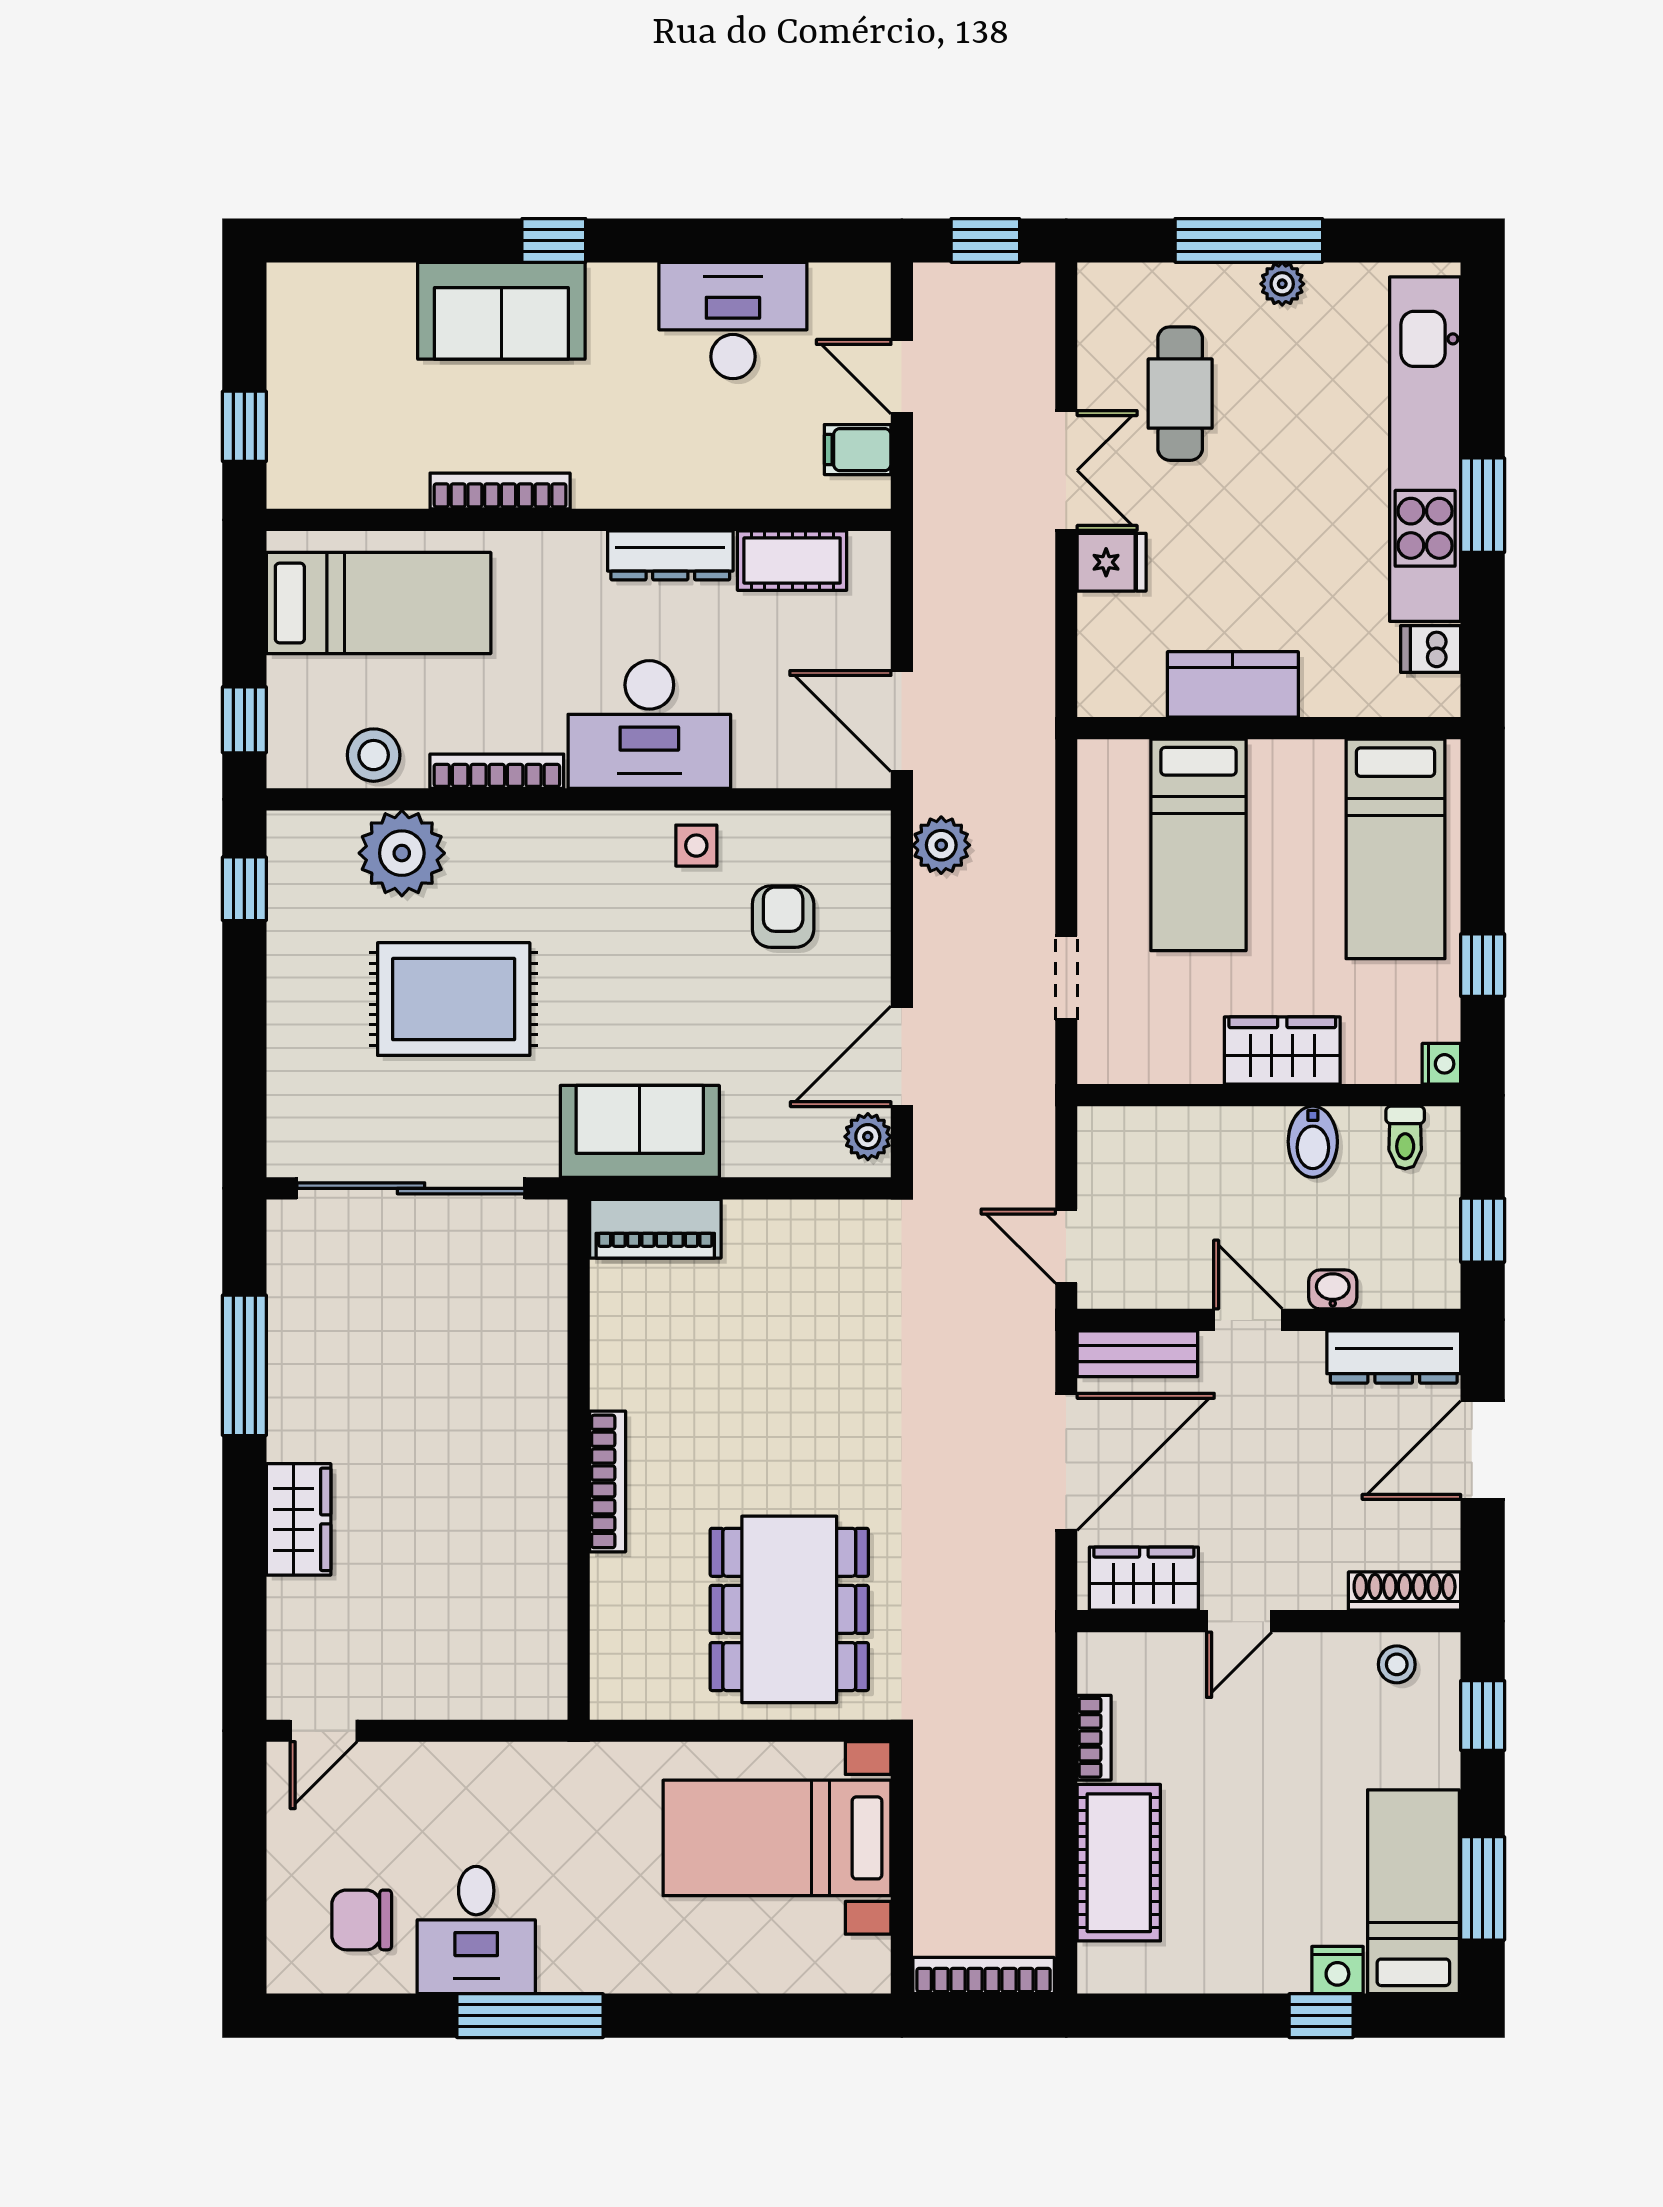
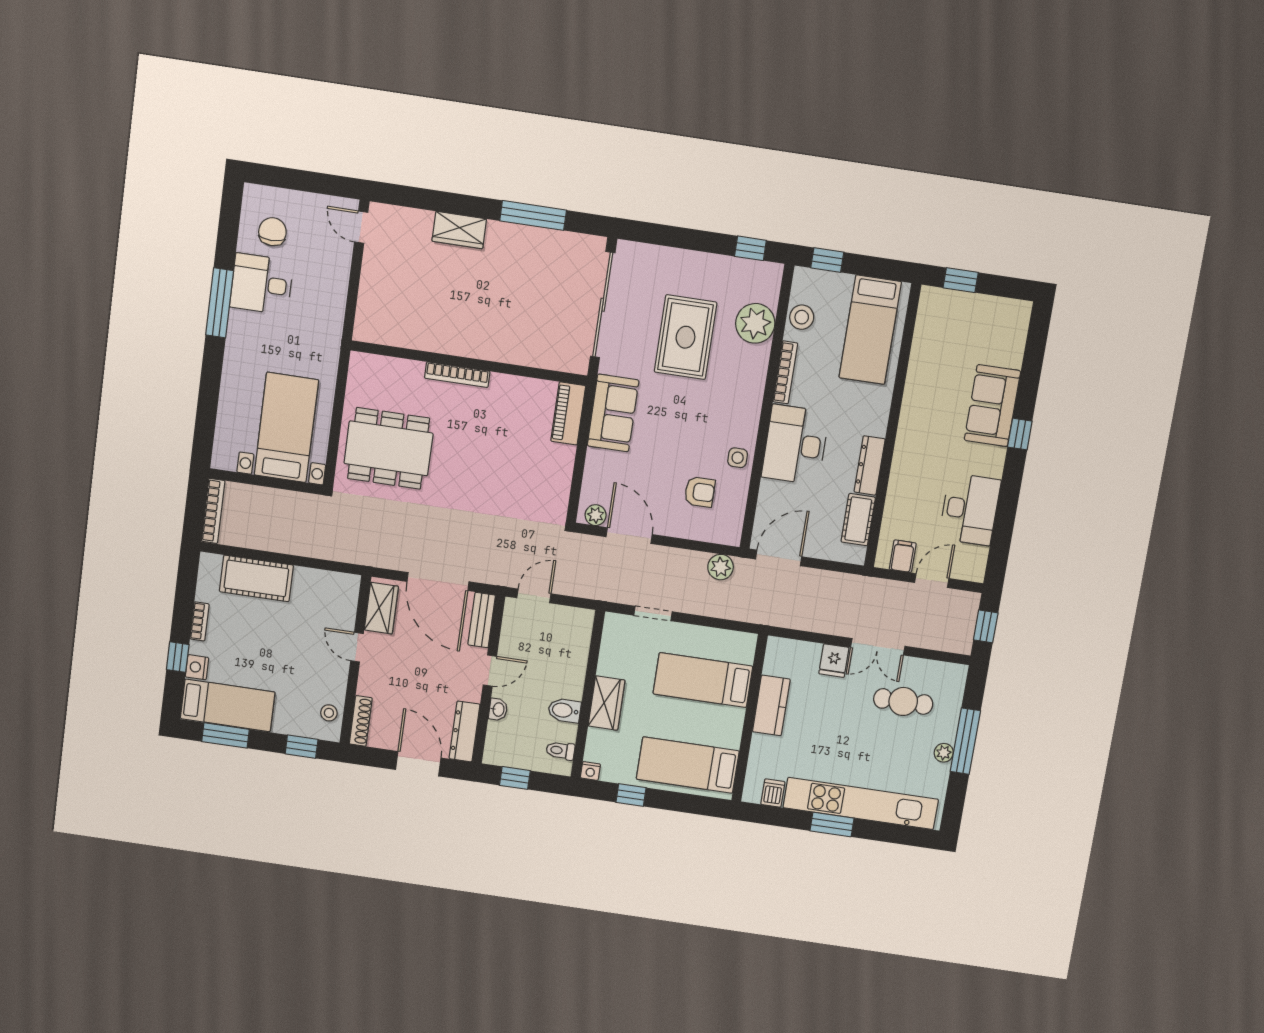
bookcase: (500, 491) -> (911, 393), removed
bookcase: (1094, 1738) -> (199, 621), moved, turned -90

